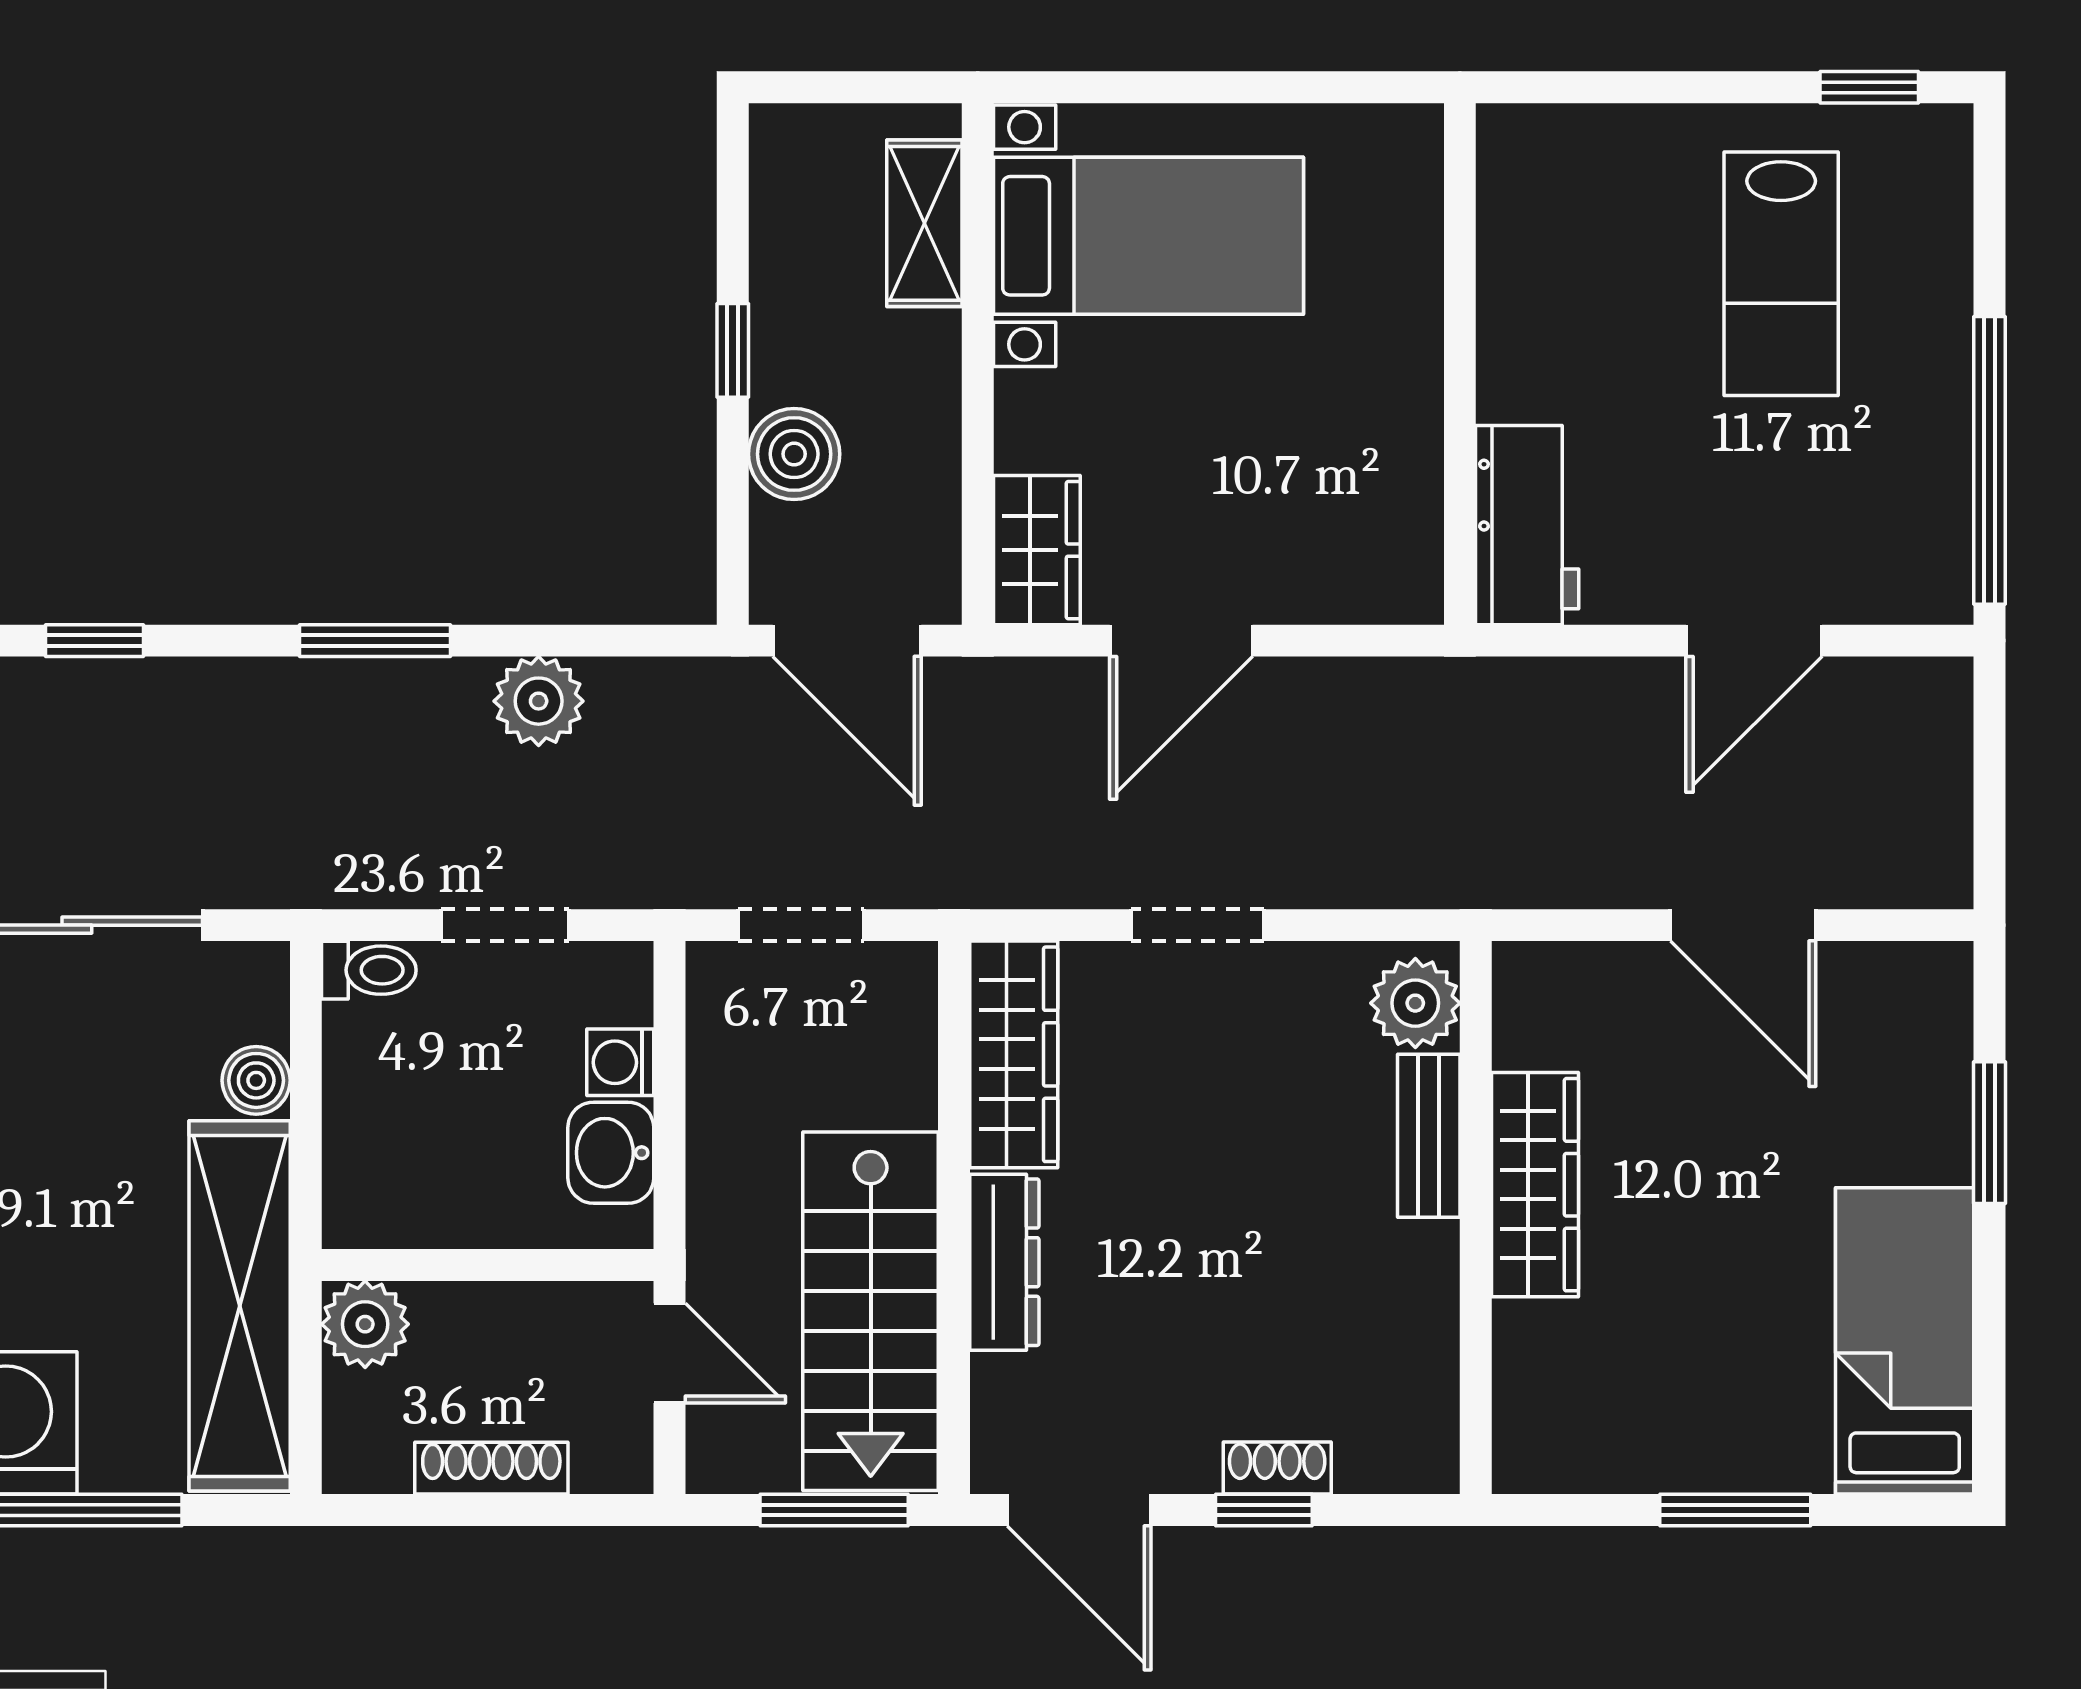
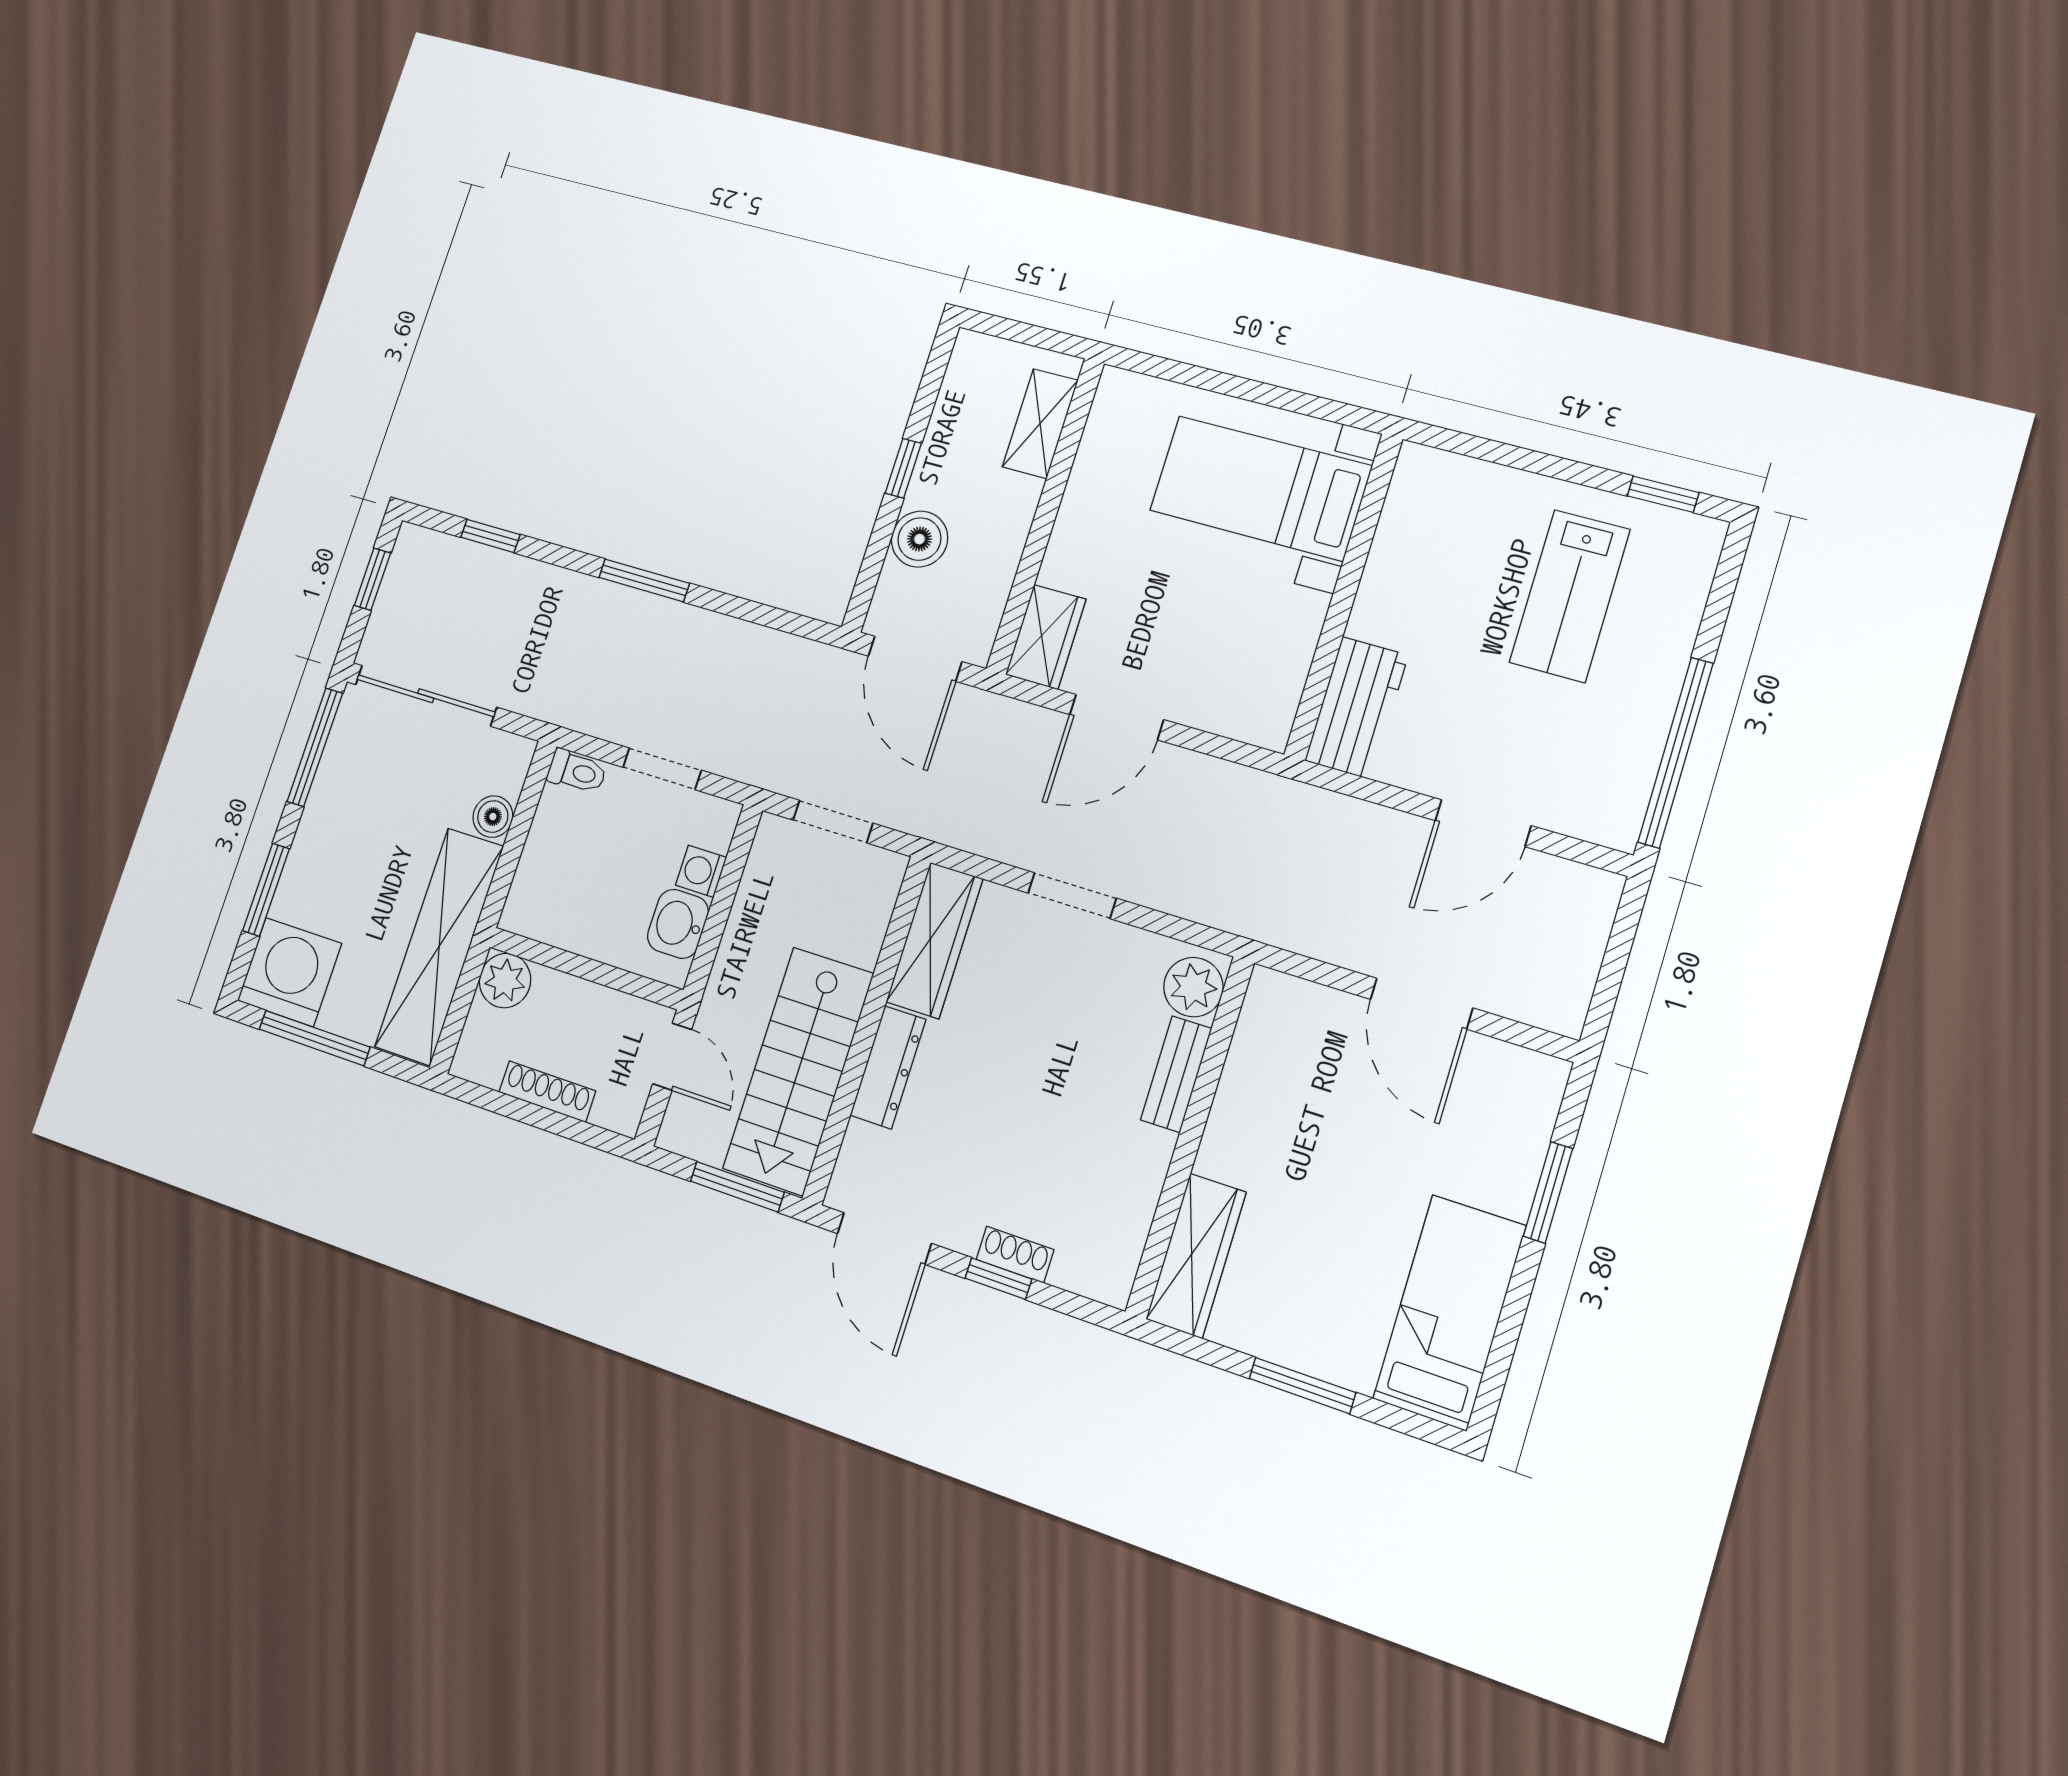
bed with nightstands: (1148, 236) -> (1260, 488), moved, turned 180
plant: (539, 701) -> (725, 642), removed
wardrobe: (1535, 1185) -> (1196, 1256), moved

